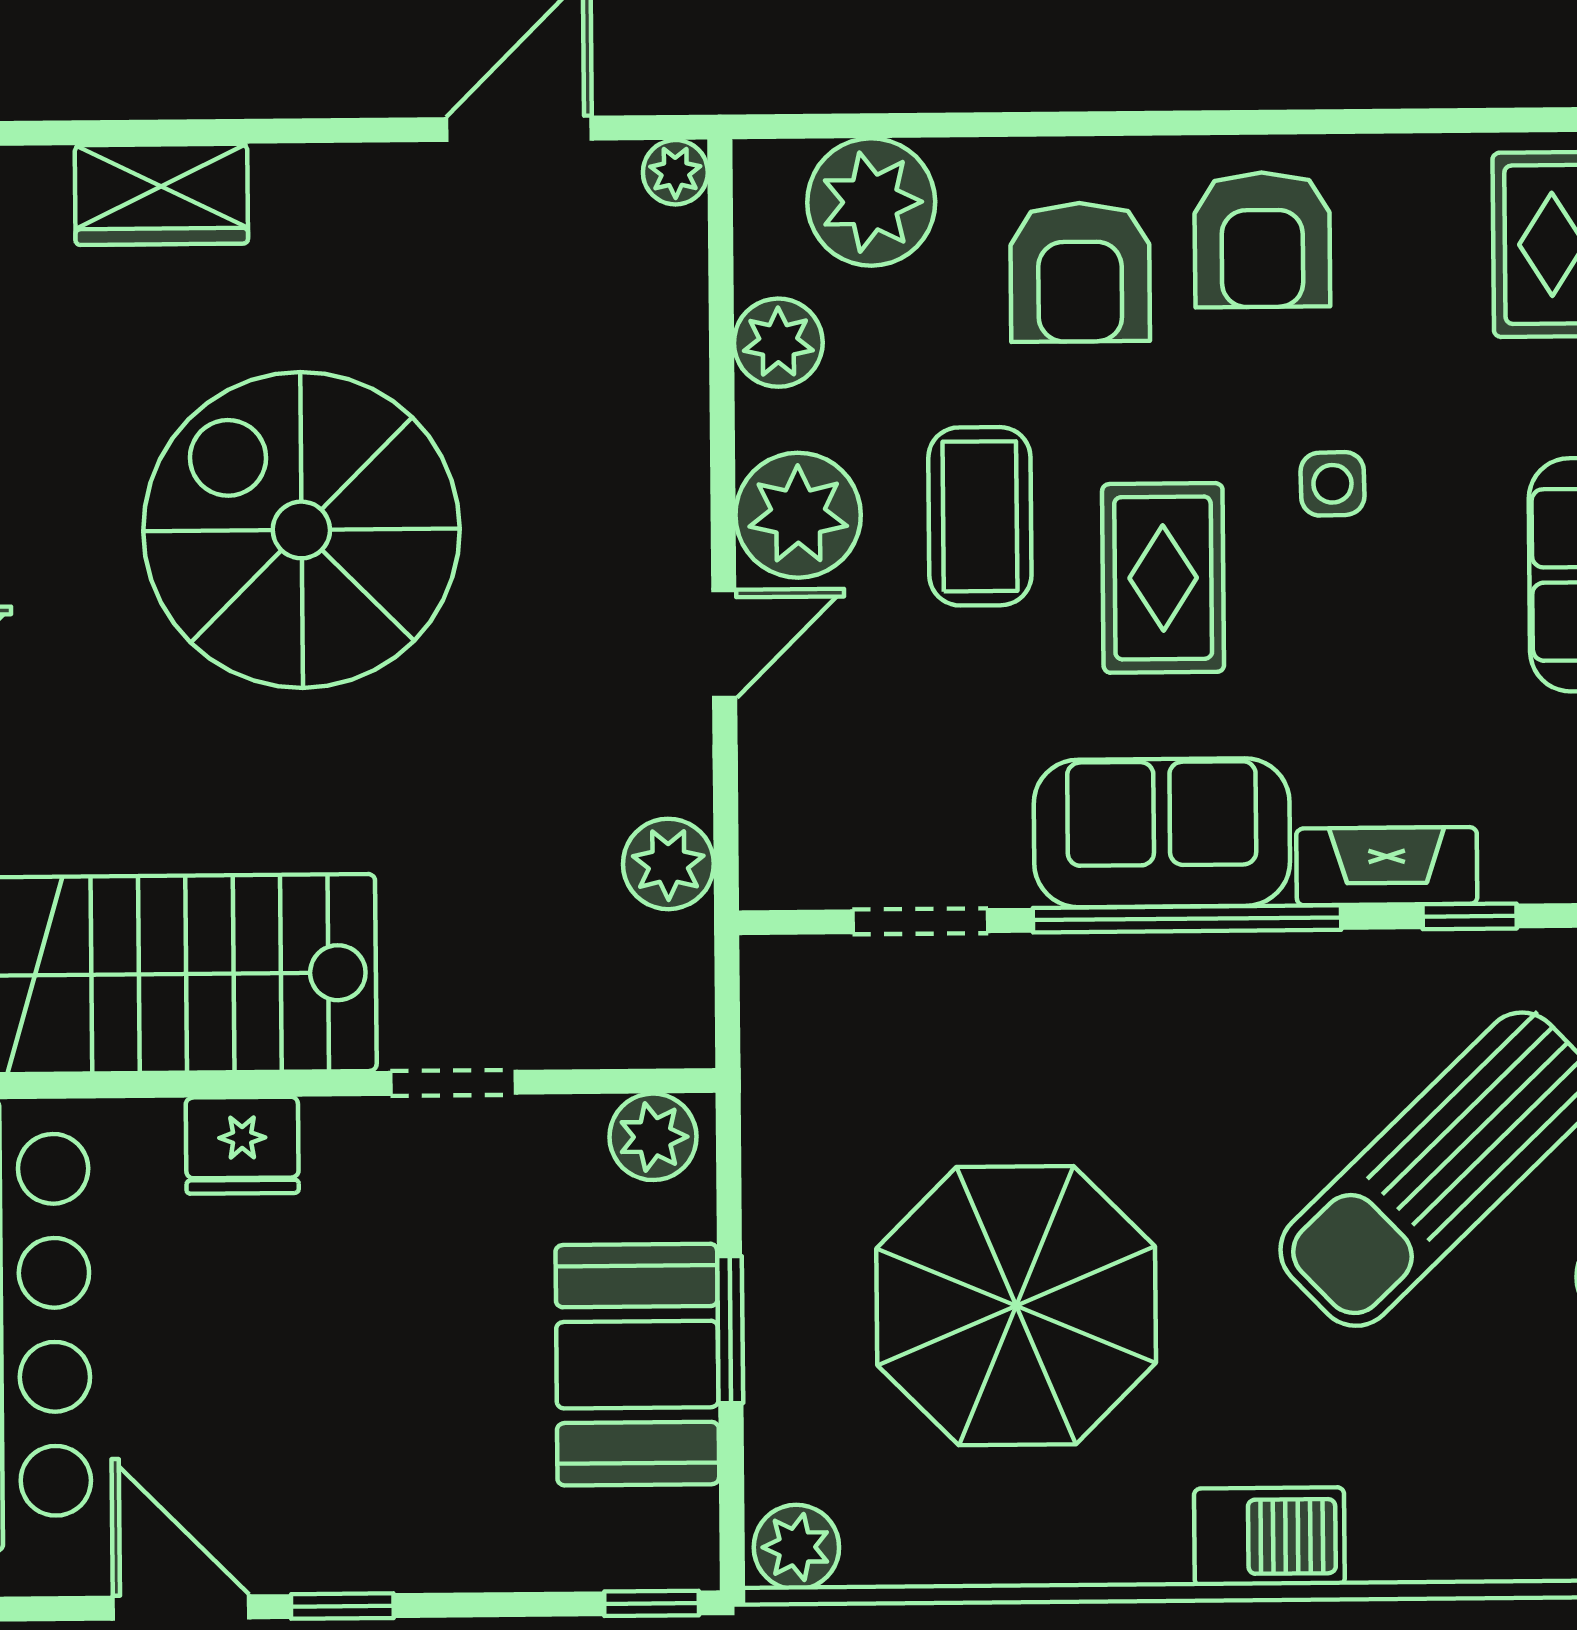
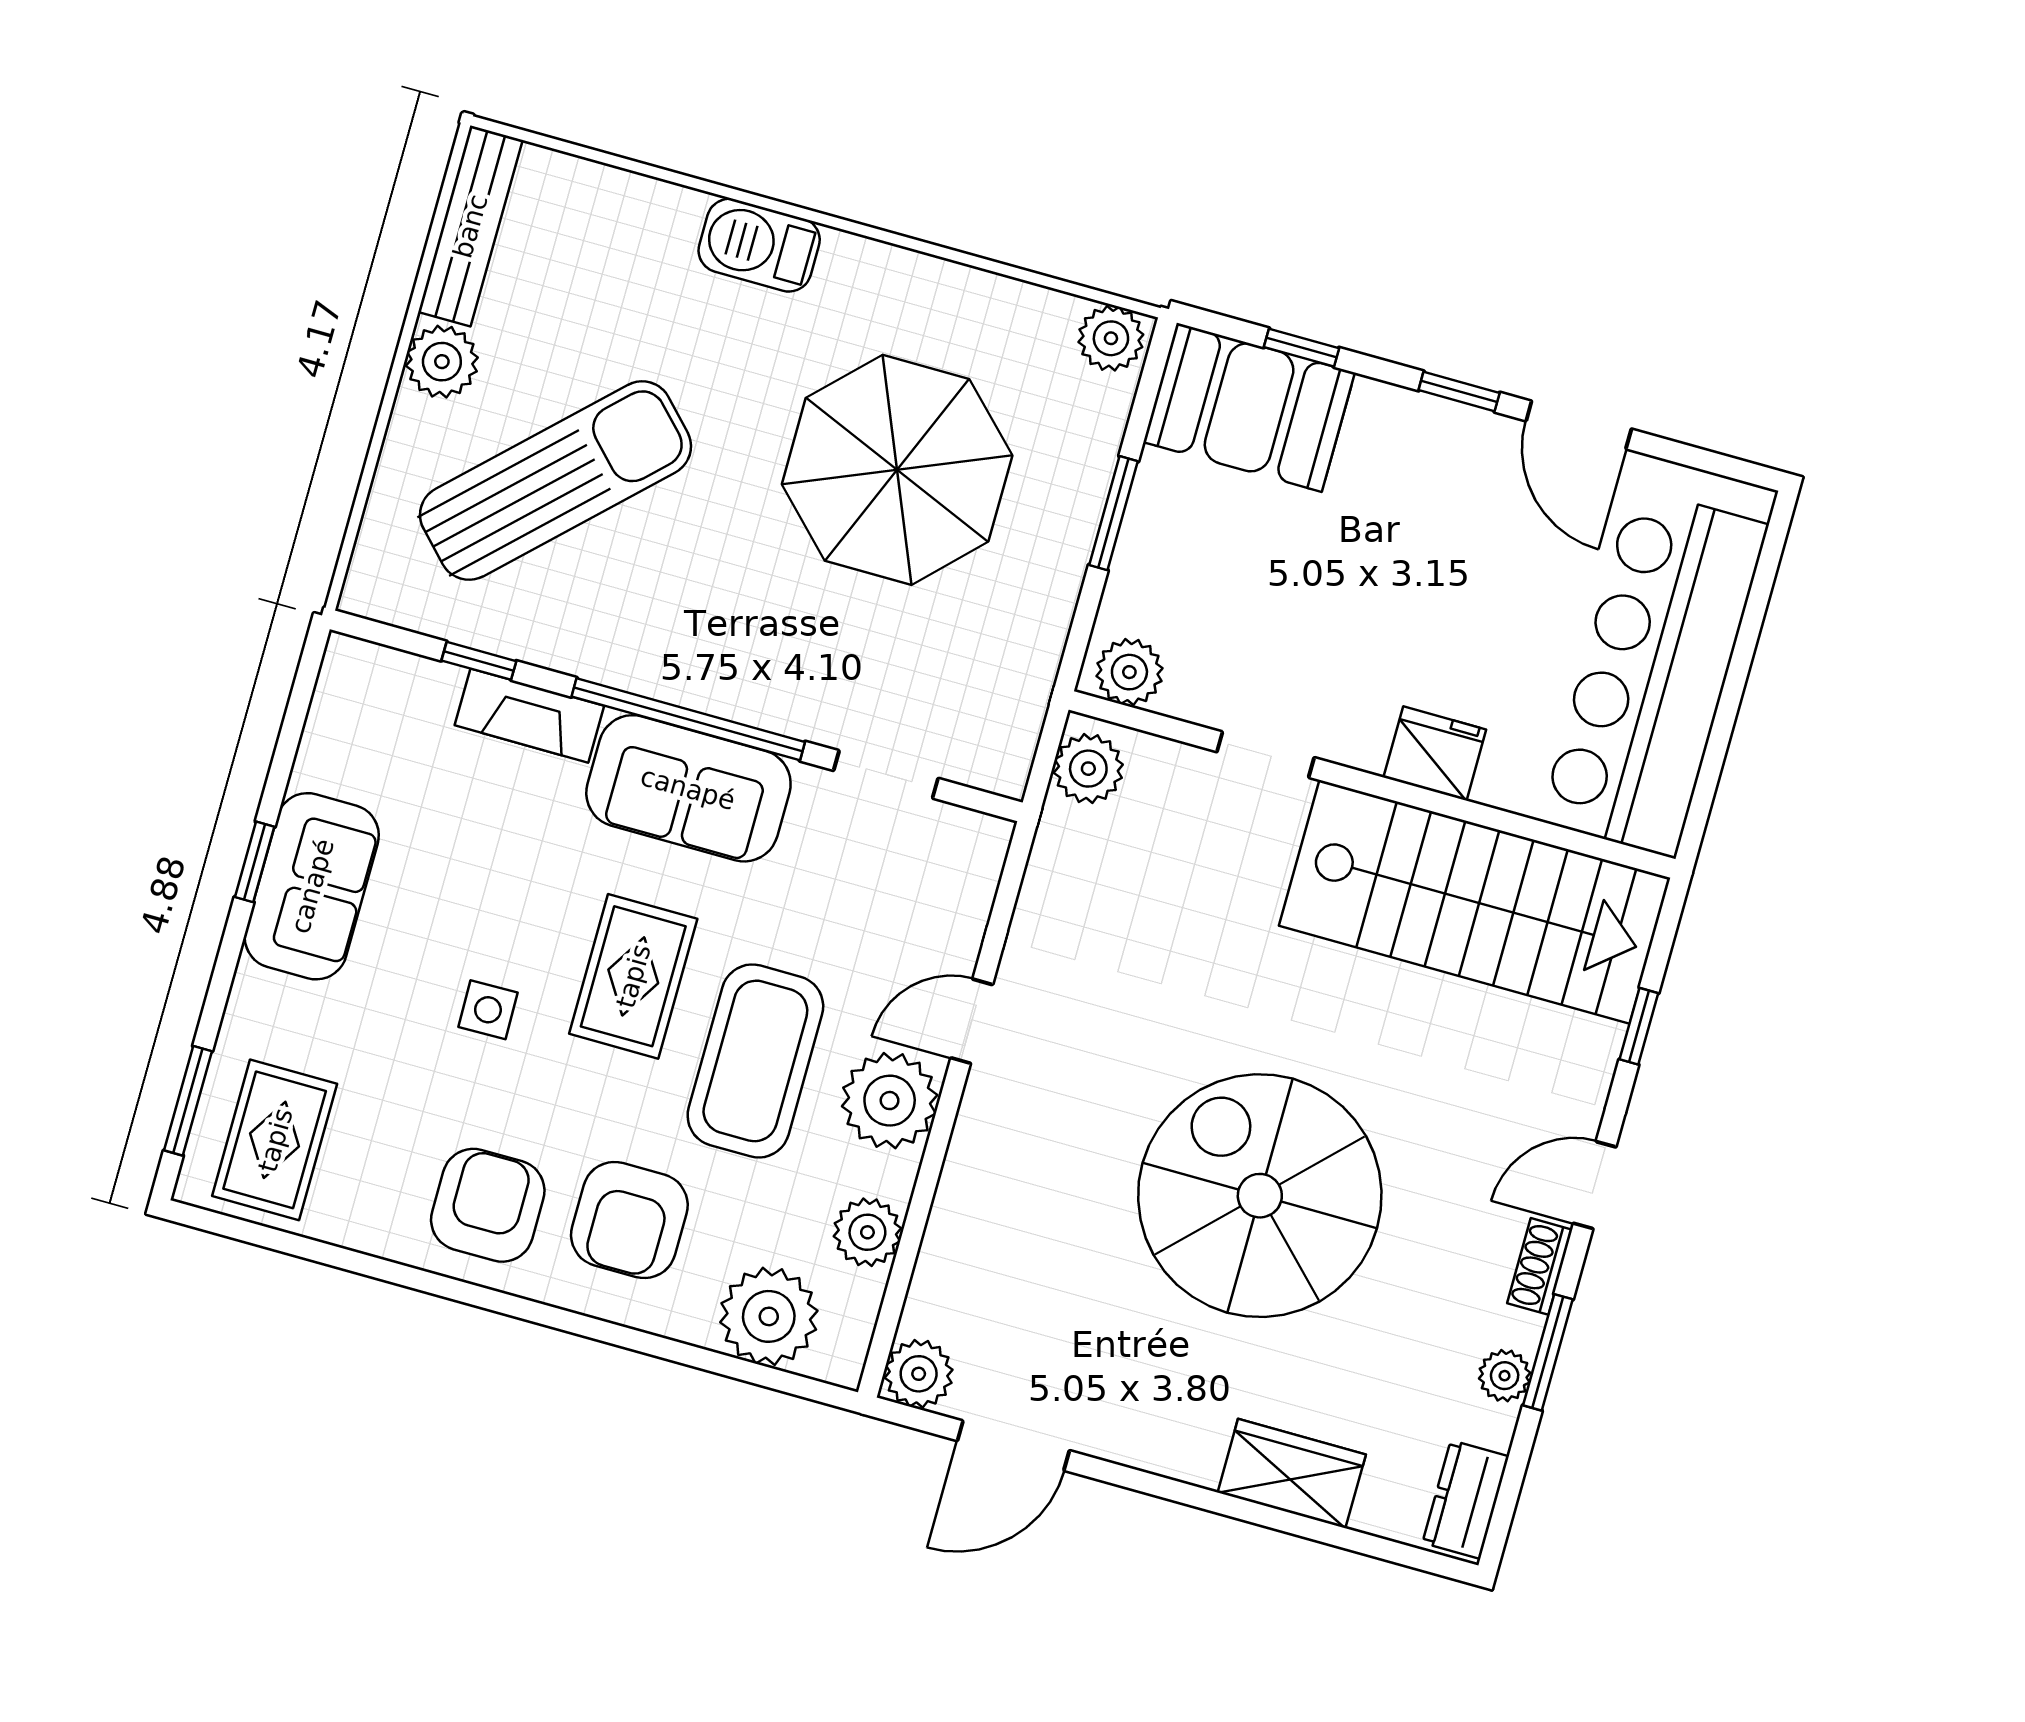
plant: (675, 172) -> (919, 1374), width x1.38, depth x1.38
armchair: (1080, 272) -> (629, 1220), turned 180
coffee table: (980, 516) -> (755, 1061), width x1.36, depth x1.32
spiral stairs: (301, 530) -> (1260, 1196), turned 180
plant: (668, 864) -> (1088, 769), moved
booth: (637, 1365) -> (1249, 407), moved, turned 90
window: (652, 1603) -> (1301, 348), moved

